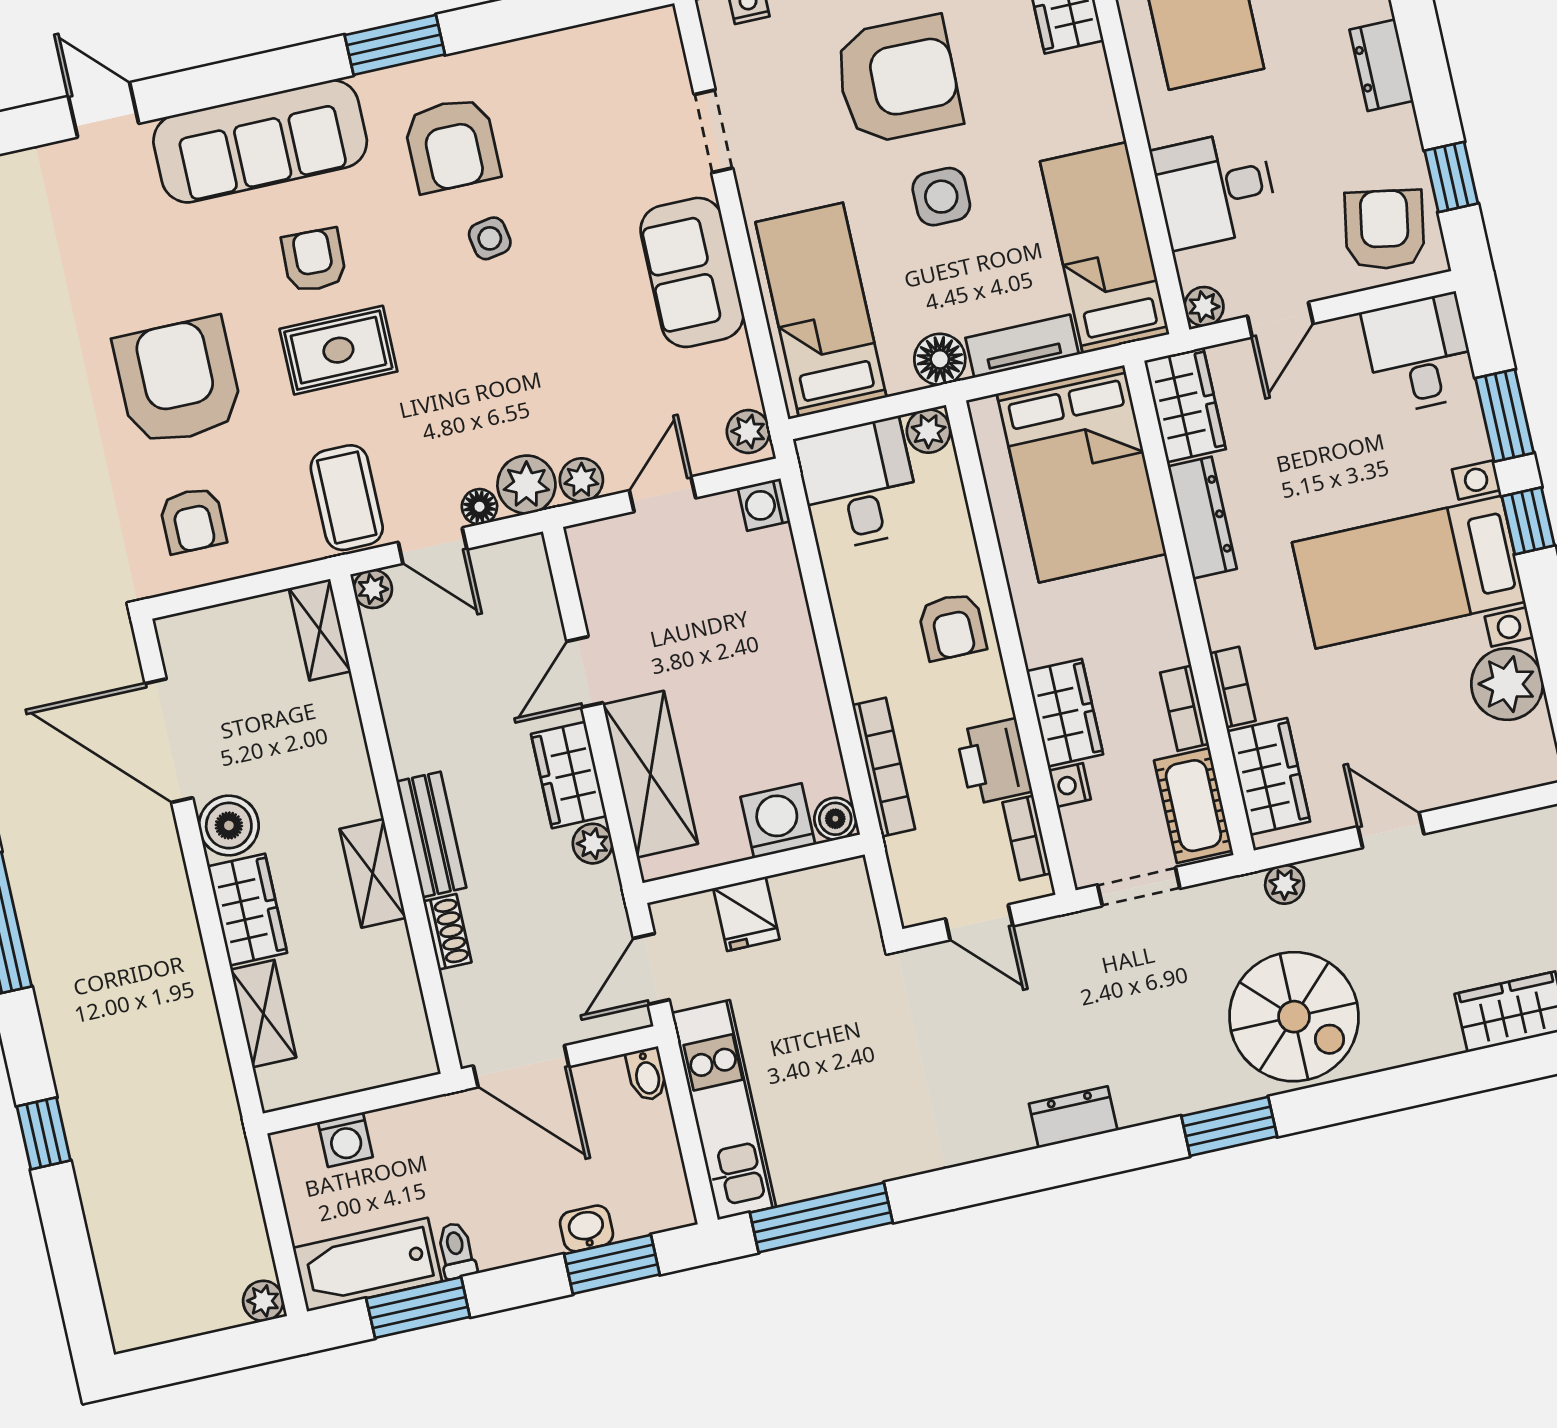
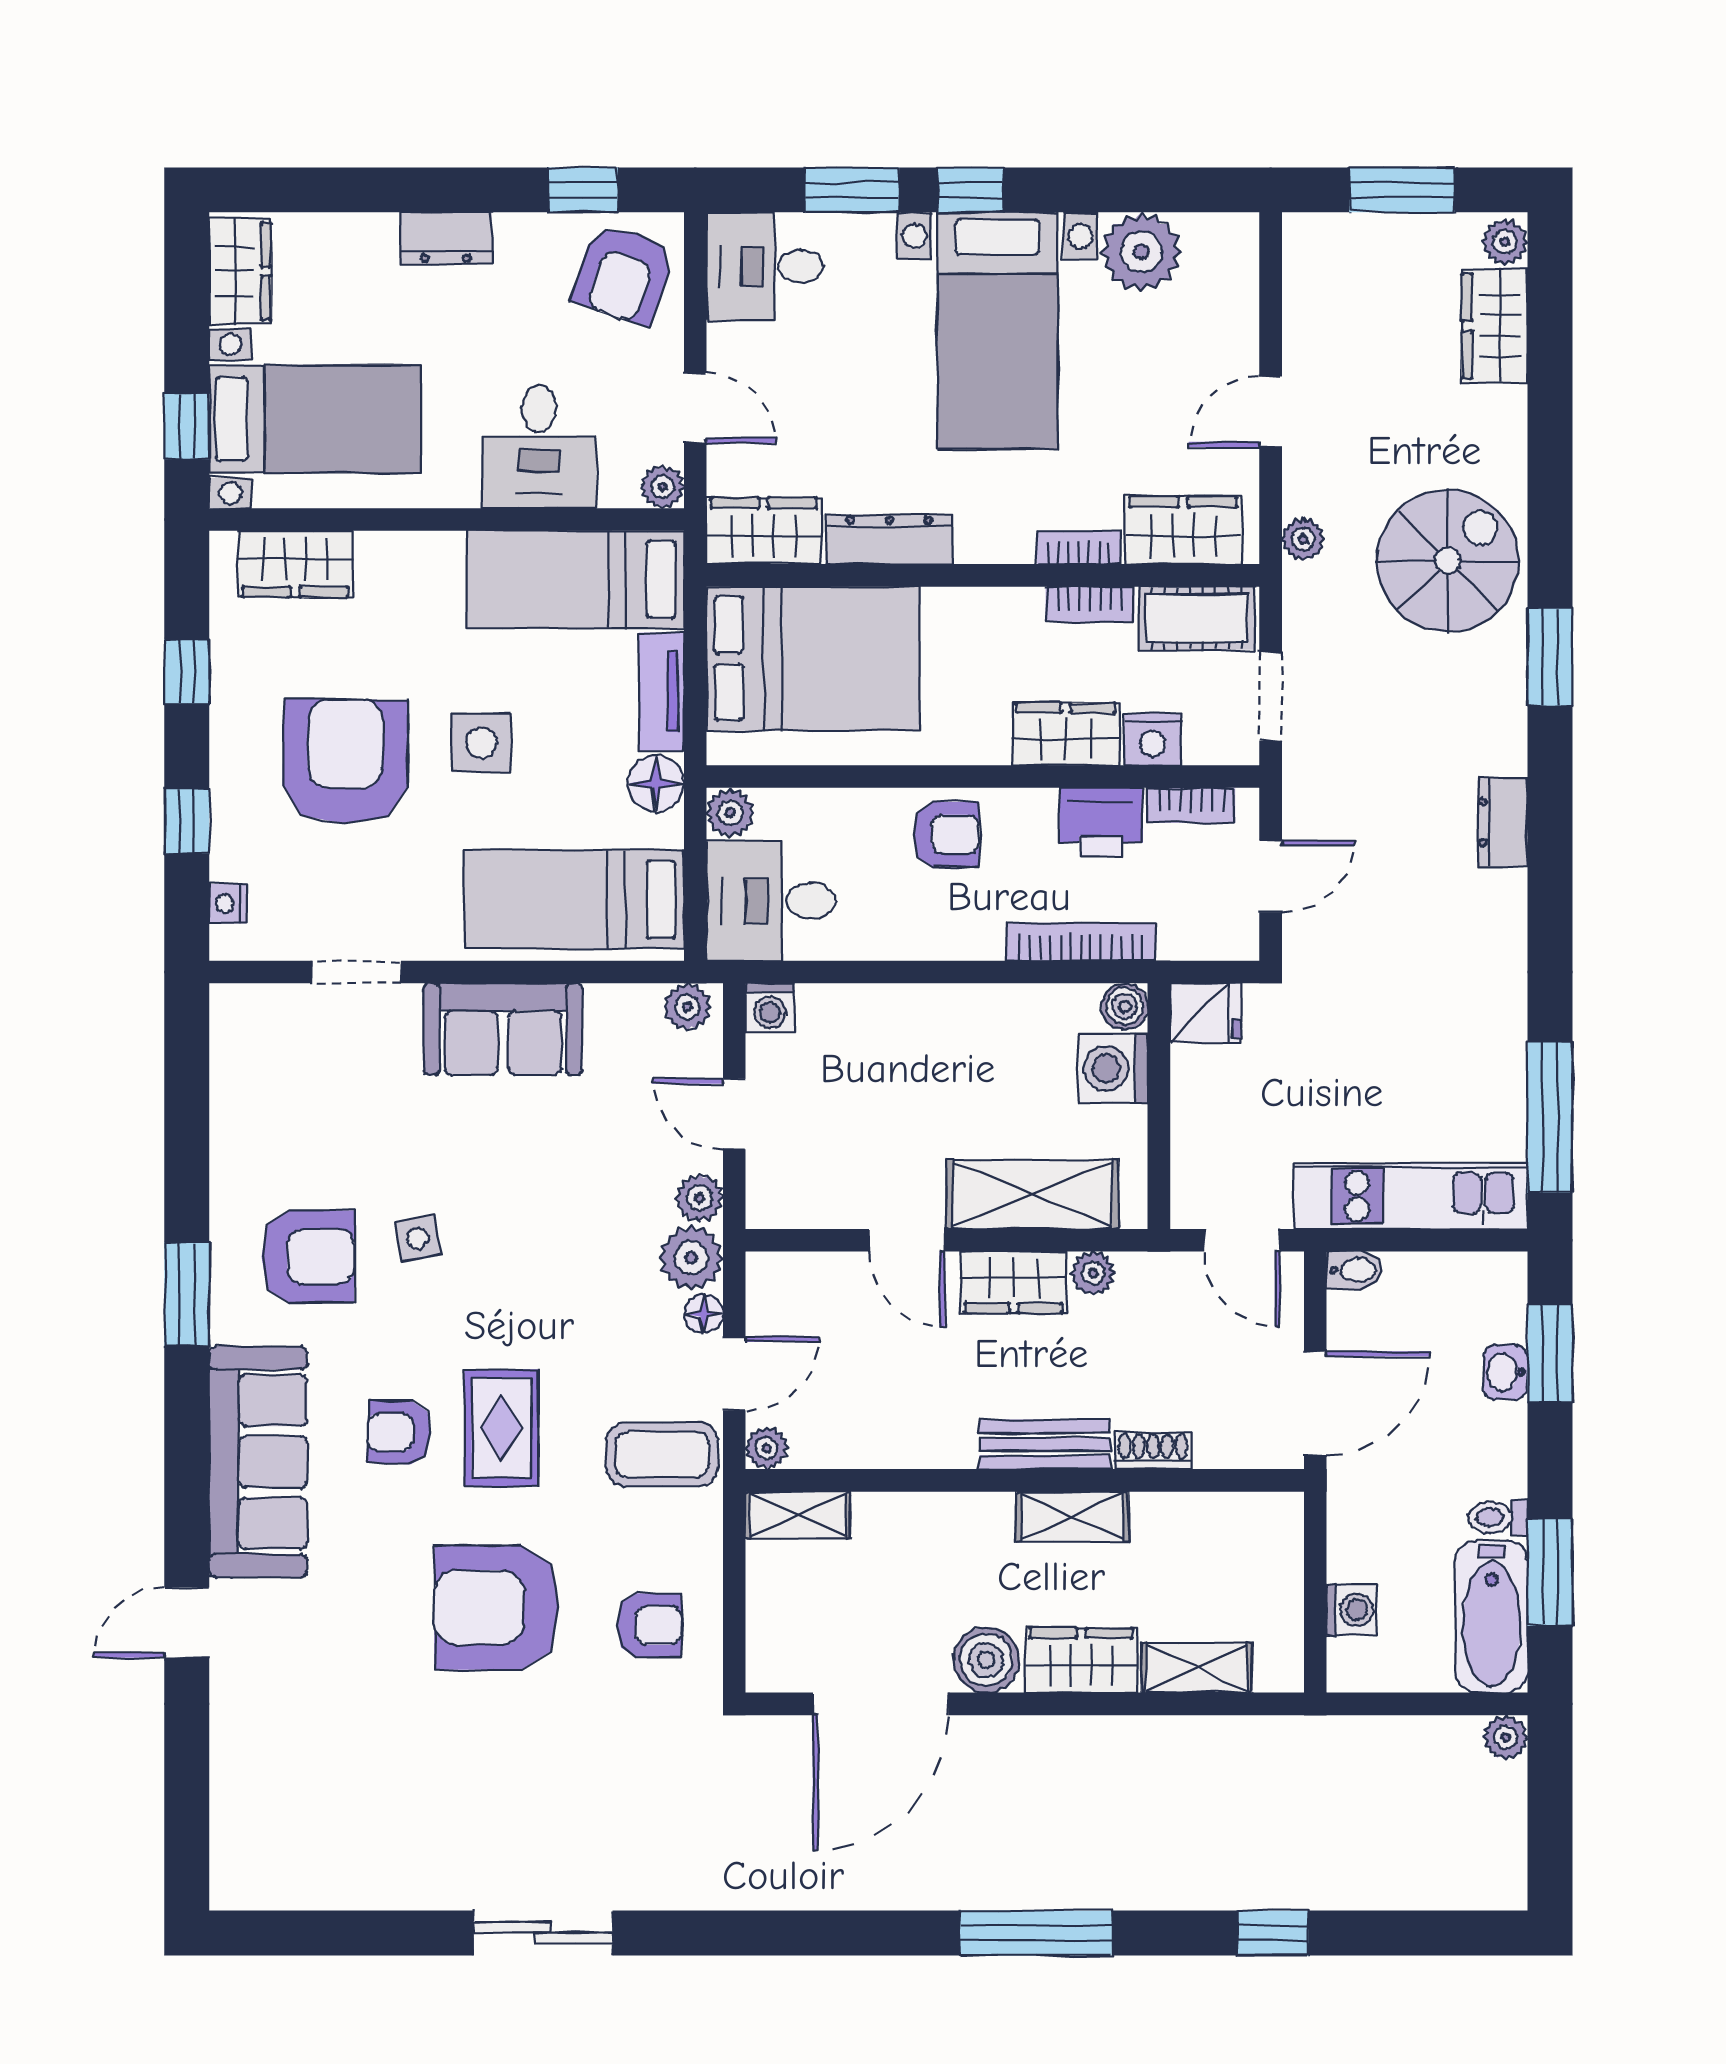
armchair: (1385, 230) -> (623, 274), turned -82
nightstand: (1070, 785) -> (1153, 739), width x1.39, depth x1.35
fridge: (746, 914) -> (1205, 1013), moved

